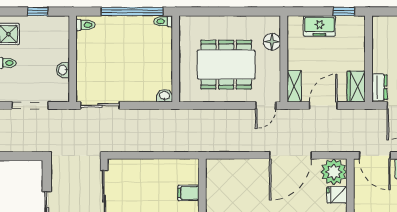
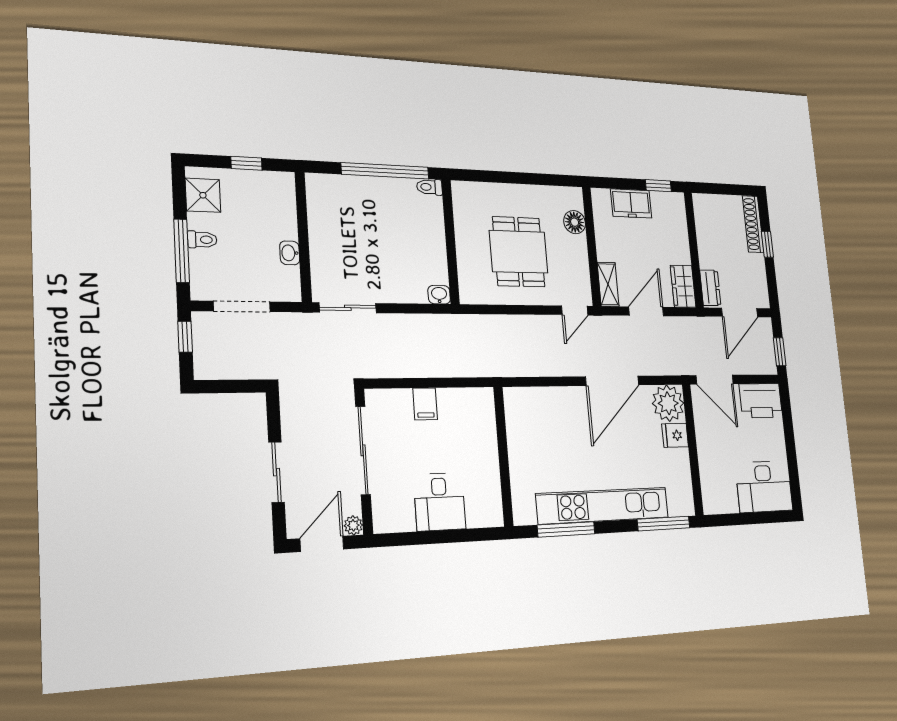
toilet: (85, 25) -> (319, 187), removed
dining table: (226, 65) -> (519, 252), width x0.73
filing cabinet: (188, 193) -> (425, 404), moved, turned -90

